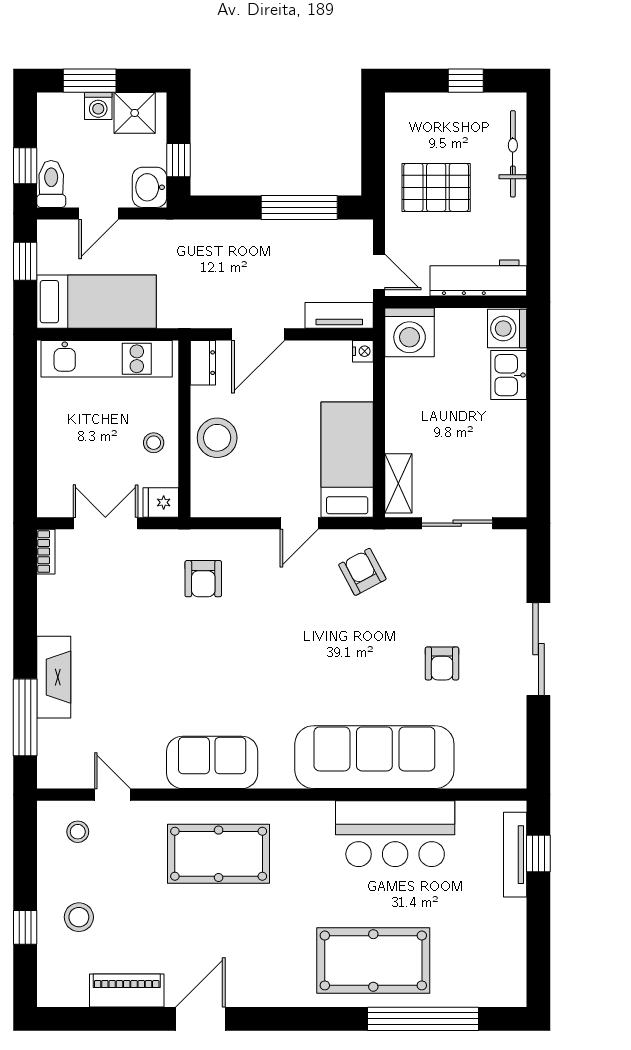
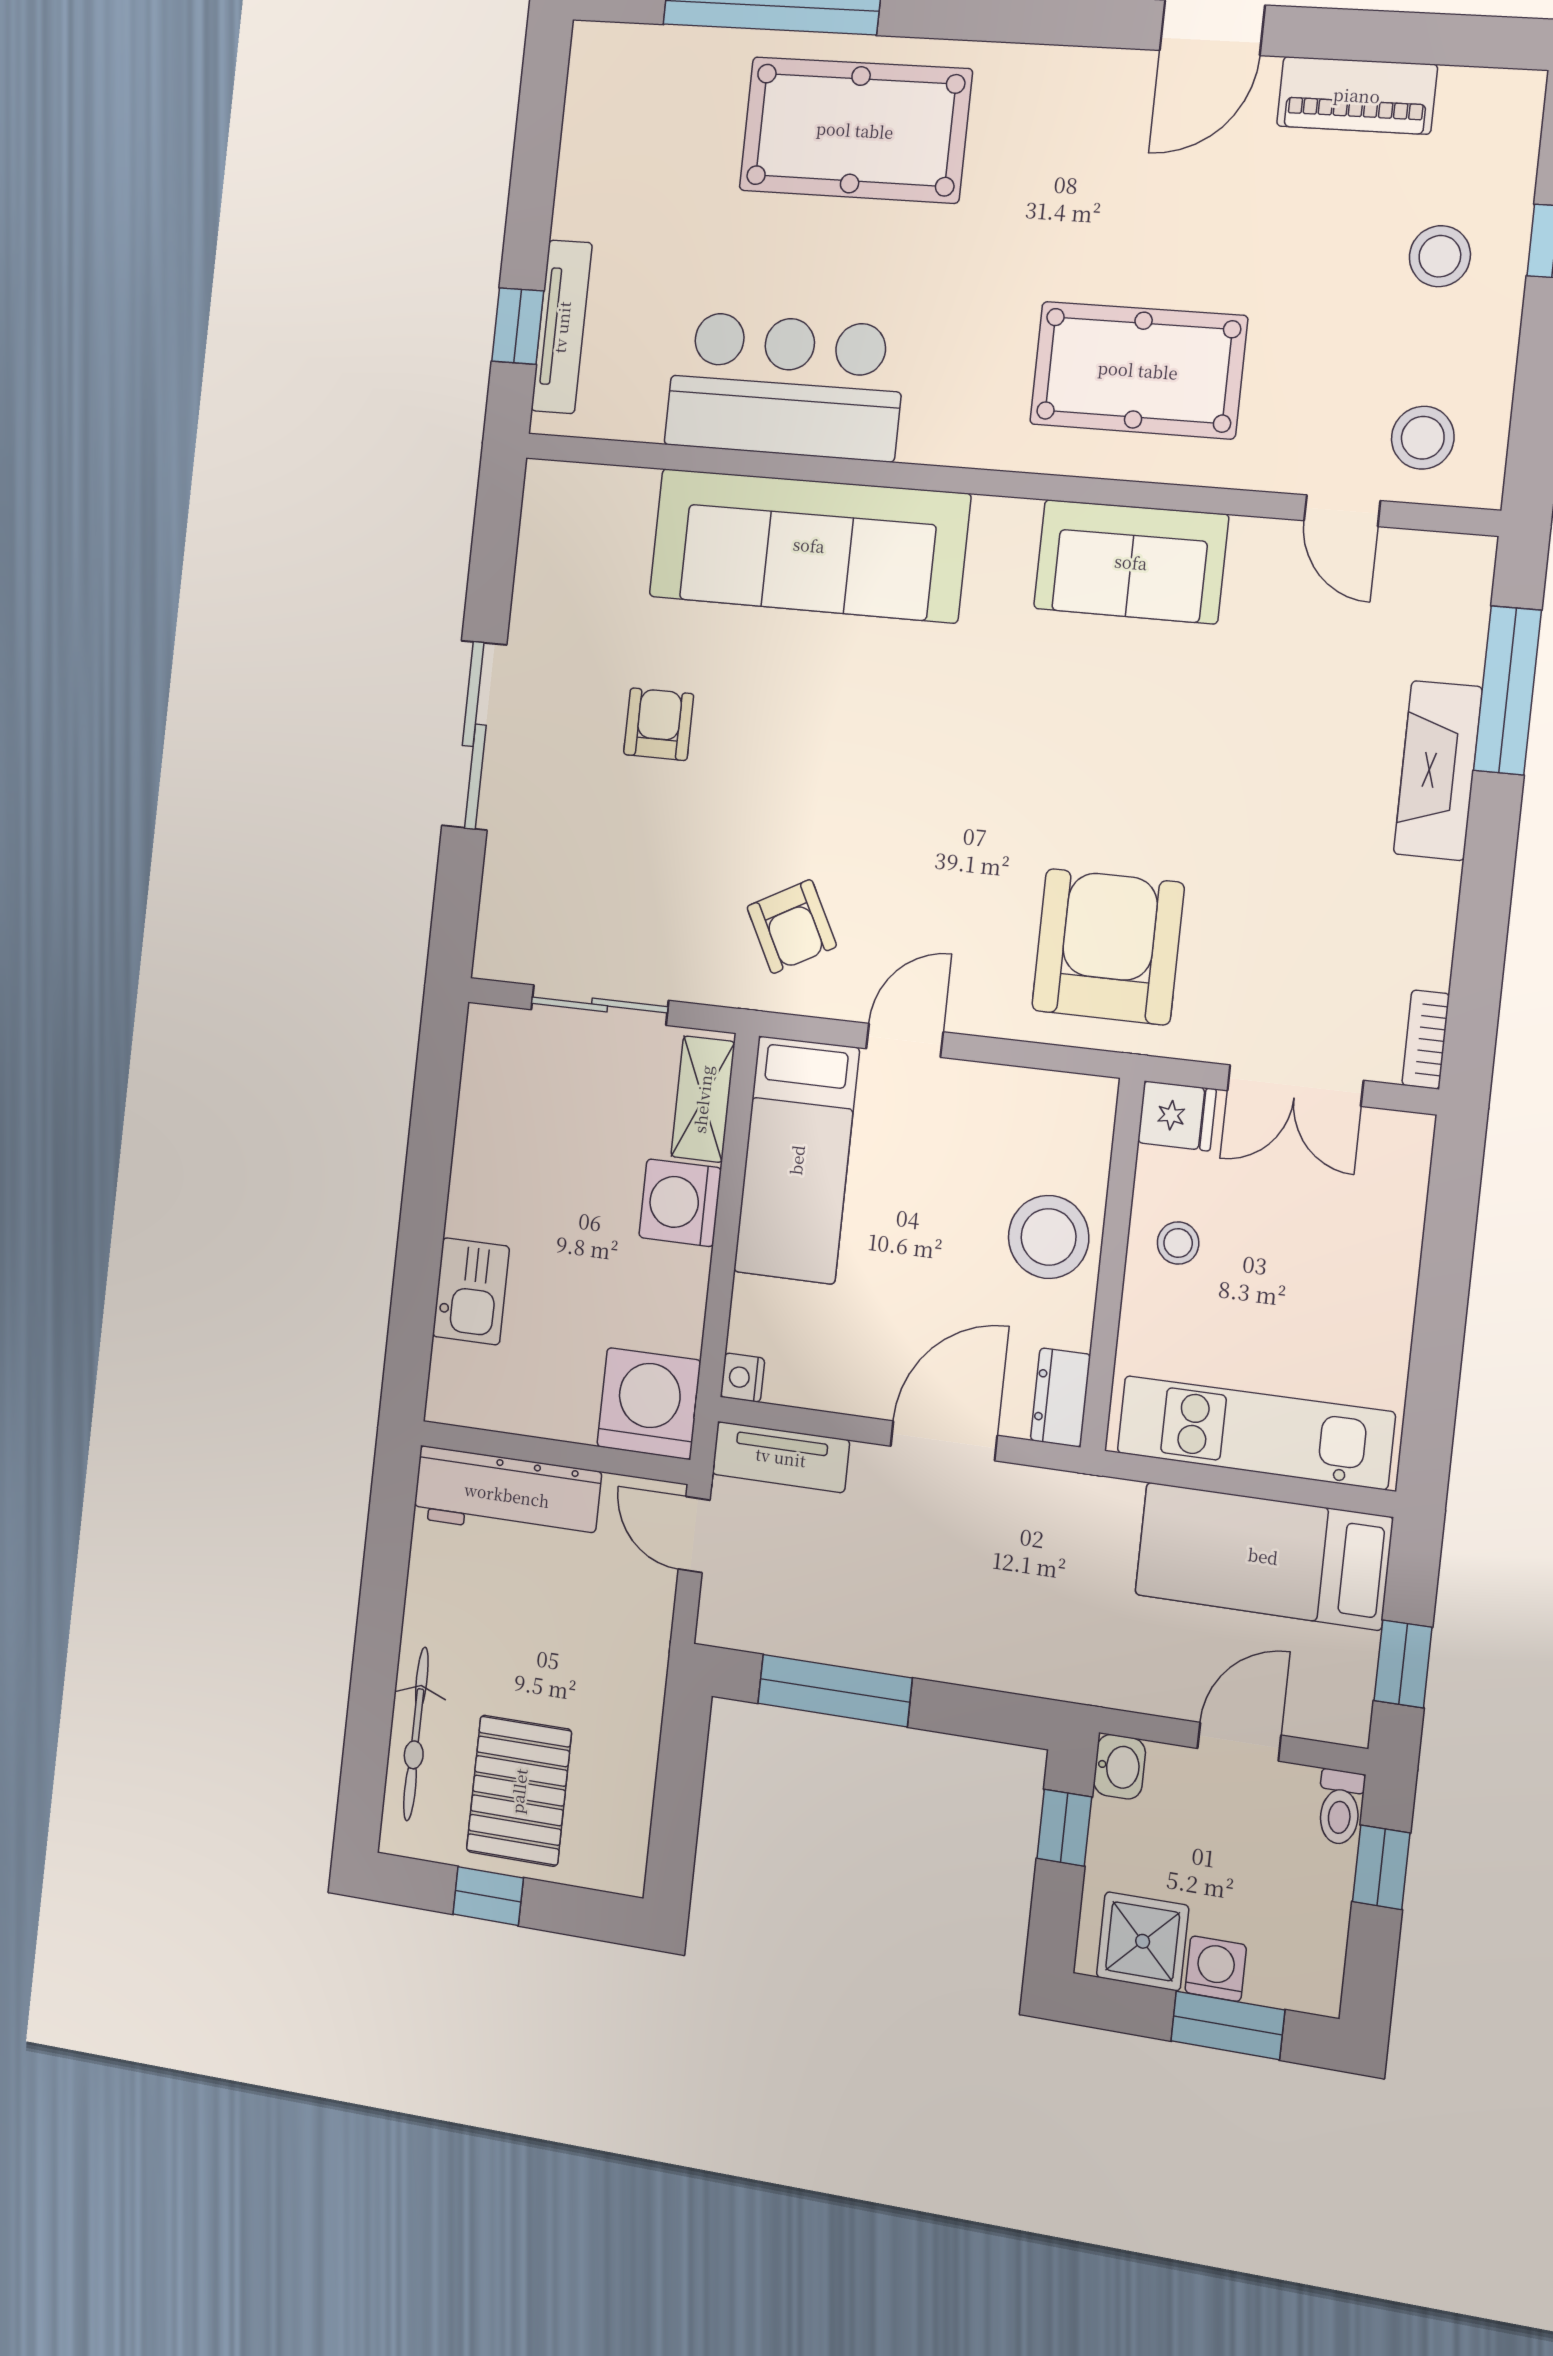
toilet: (51, 184) -> (1340, 1807), width x0.73, depth x0.72
washbasin: (150, 187) -> (1119, 1767), width x0.72, depth x0.69
pallet: (436, 187) -> (519, 1791), moved, turned 90
washing machine: (507, 329) -> (680, 1203), moved, turned 180
armchair: (203, 579) -> (1108, 947), width x1.88, depth x1.88
stool: (78, 832) -> (1423, 438), width x1.37, depth x1.37

